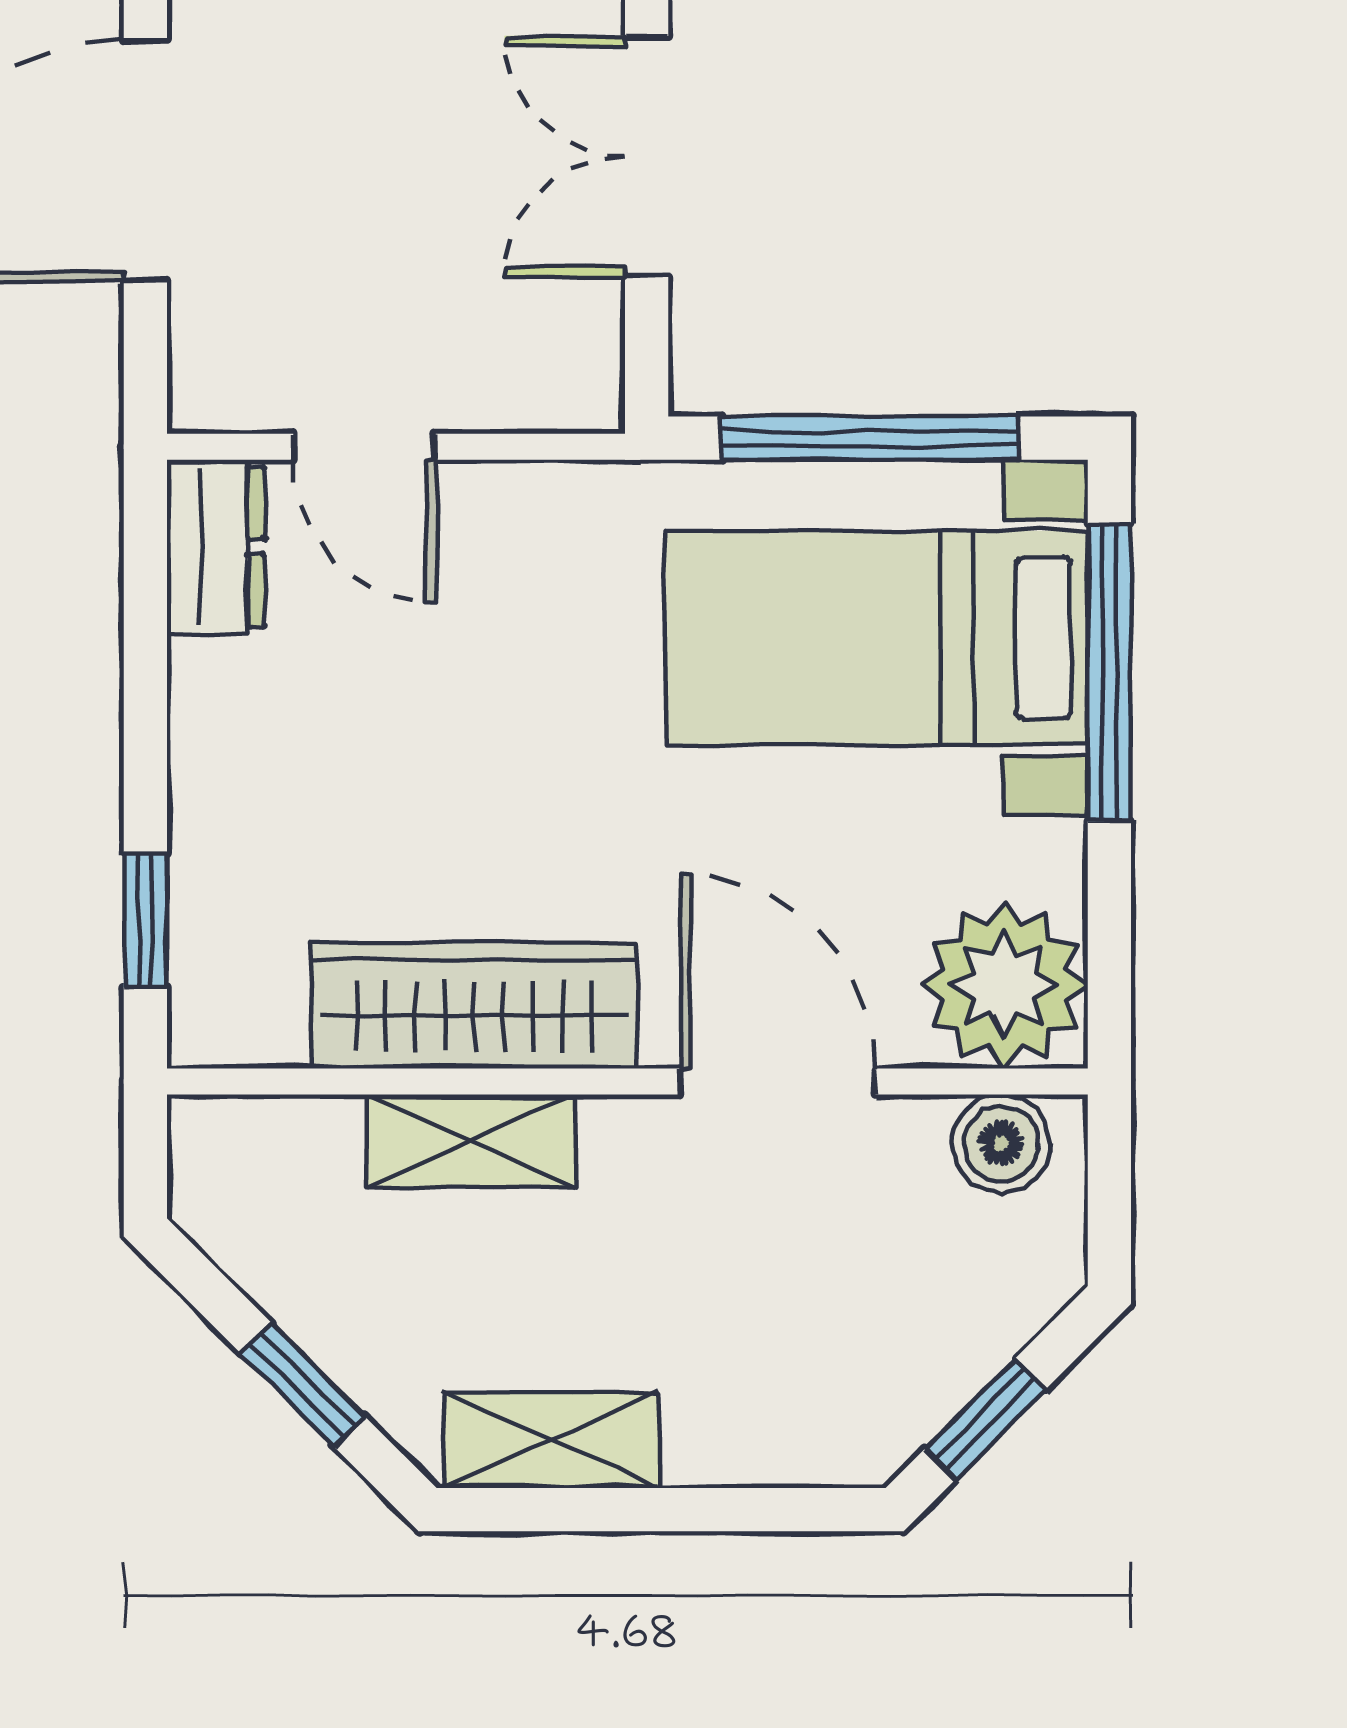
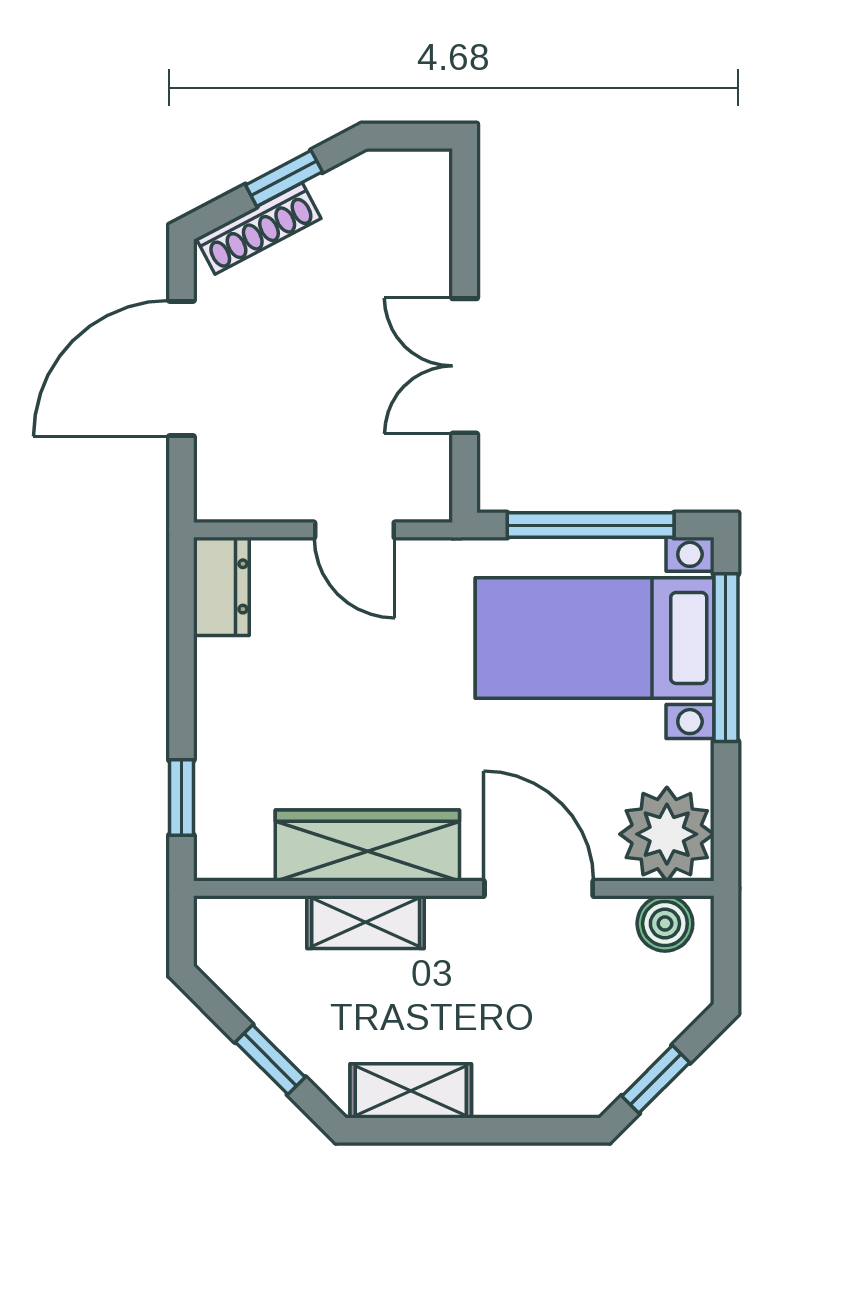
door: (365, 447) -> (354, 530), moved

